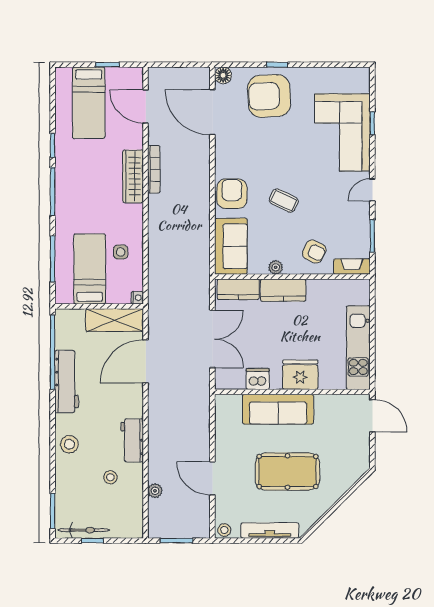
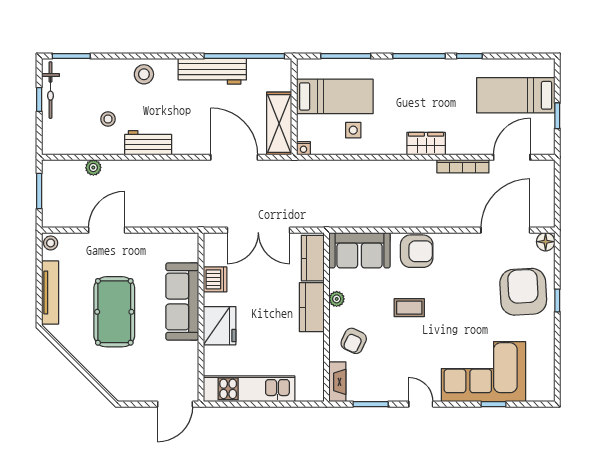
bookcase: (154, 169) -> (463, 166), moved
wardrobe: (133, 176) -> (426, 144), width x0.67
coffee table: (284, 201) -> (409, 308), turned 64

